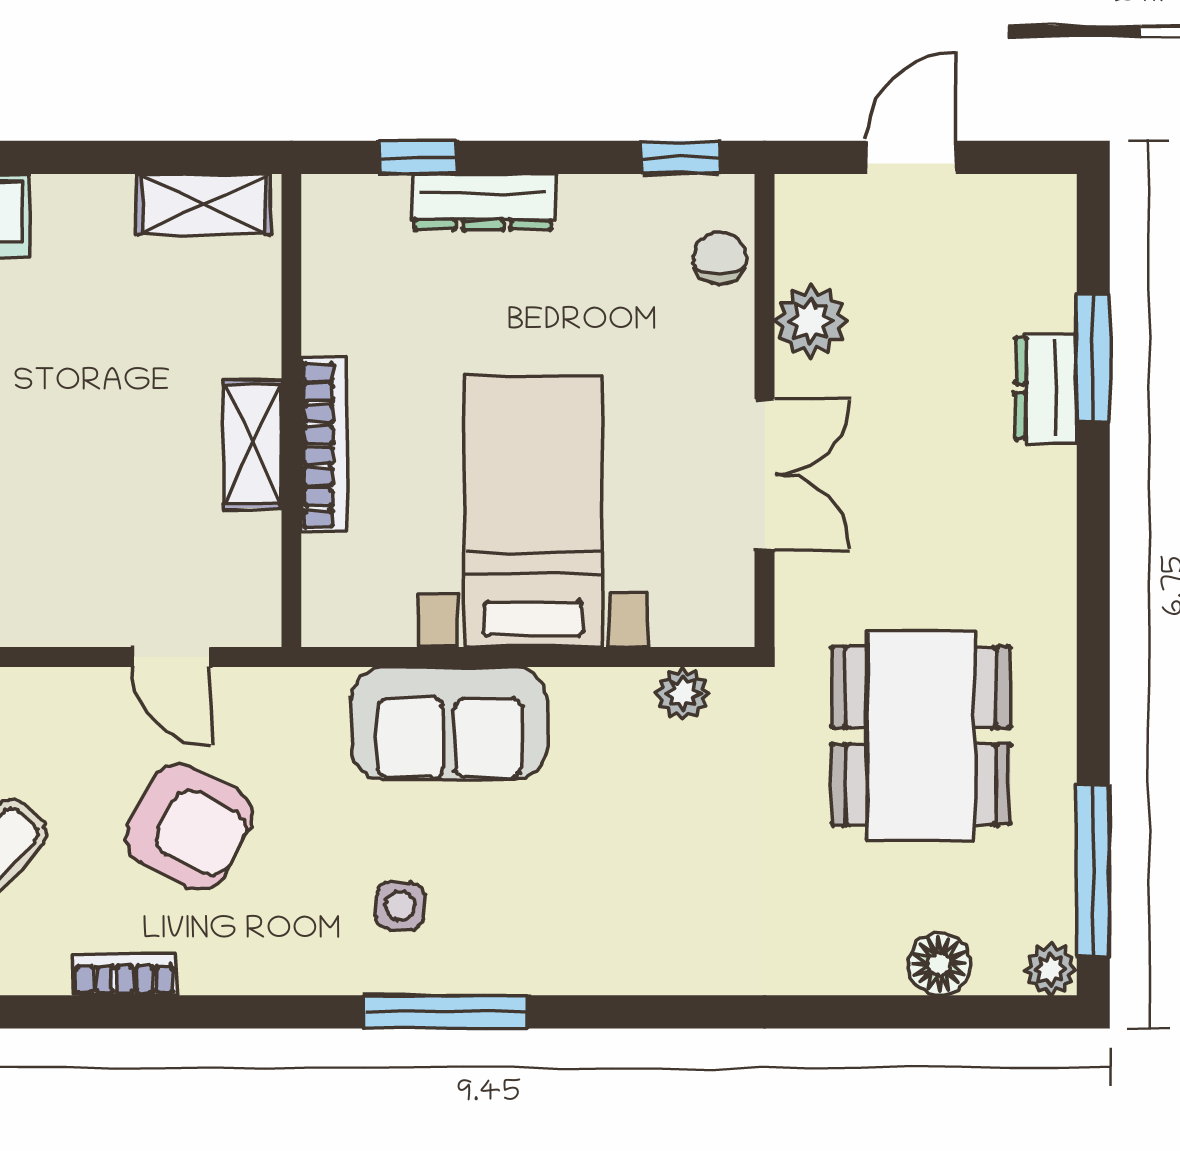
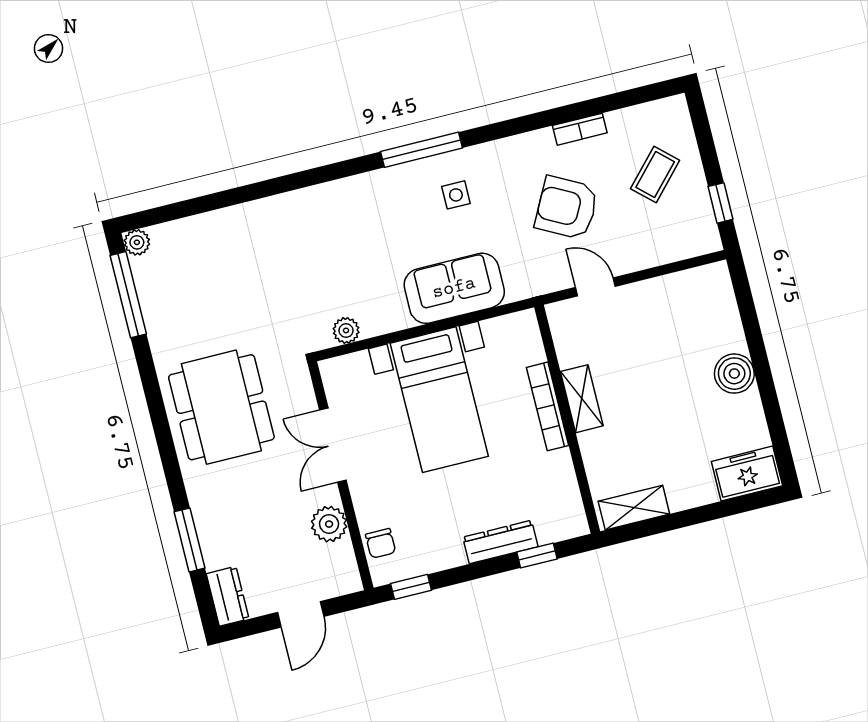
dresser: (1046, 388) -> (228, 596), moved
dining table: (921, 736) -> (221, 407), moved
floor lamp: (939, 964) -> (191, 232), removed

